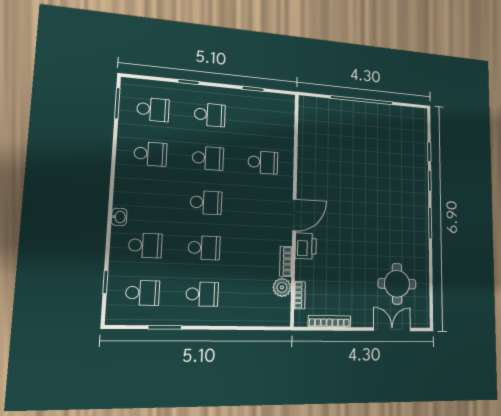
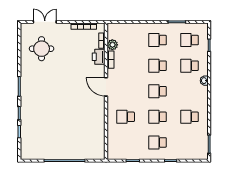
school desk: (153, 110) -> (190, 142), removed
door: (294, 215) -> (106, 87), hinge flipped
printer: (306, 246) -> (99, 57), moved
double door: (392, 329) -> (45, 22), swing flipped

